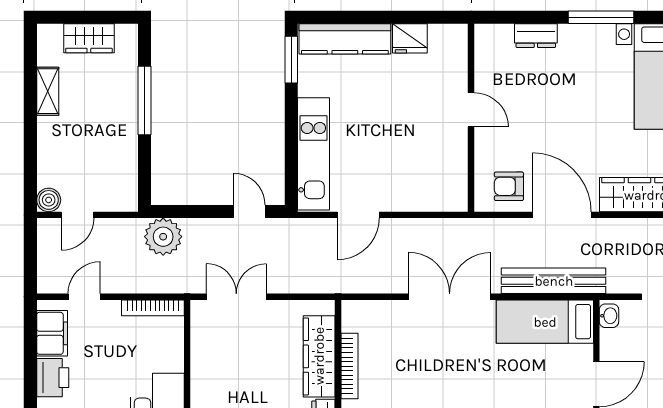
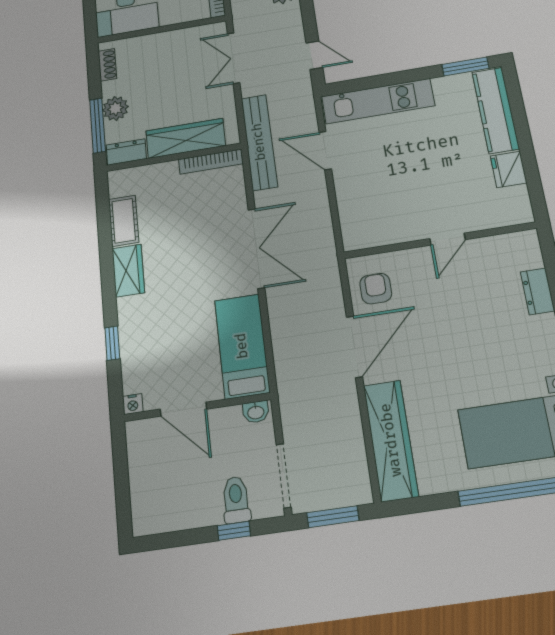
door: (249, 212) -> (314, 55), hinge flipped
bench: (554, 281) -> (259, 142), moved
double door: (236, 297) -> (234, 58), swing flipped
bookcase: (350, 366) -> (211, 161), moved

